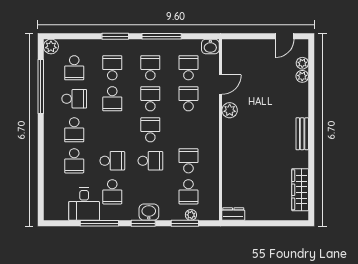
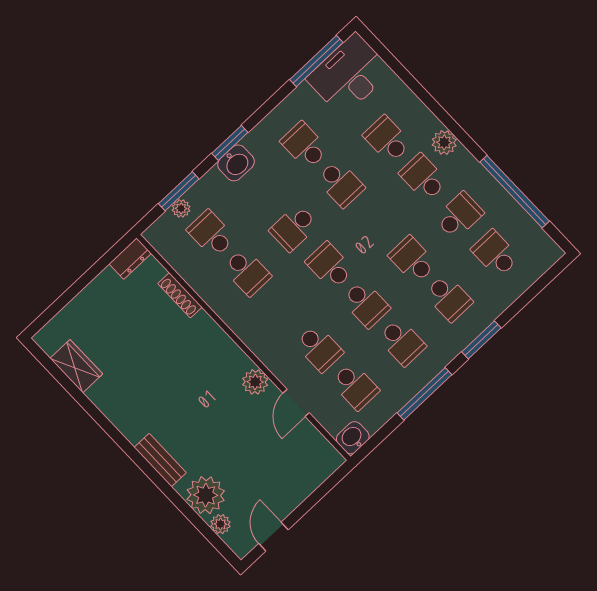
plant: (51, 46) -> (444, 142), moved
plant: (302, 76) -> (206, 495), width x1.88, depth x1.88
school desk: (74, 99) -> (459, 216), turned 180
school desk: (150, 130) -> (330, 266), turned 180
bench: (302, 134) -> (160, 460), moved
school desk: (112, 161) -> (340, 184), turned -90
shoe rack: (227, 178) -> (180, 295), added
wardrobe: (300, 190) -> (76, 366), width x0.67
desk: (84, 204) -> (349, 75), moved, width x1.37
window: (99, 223) -> (316, 61), moved

